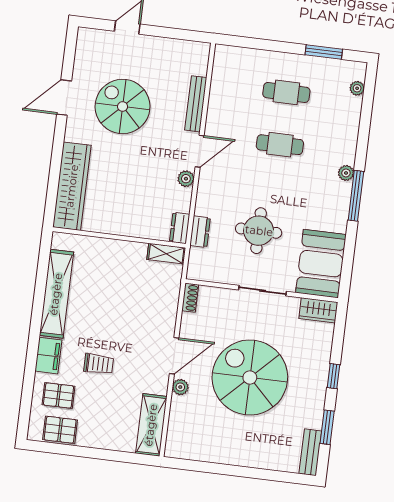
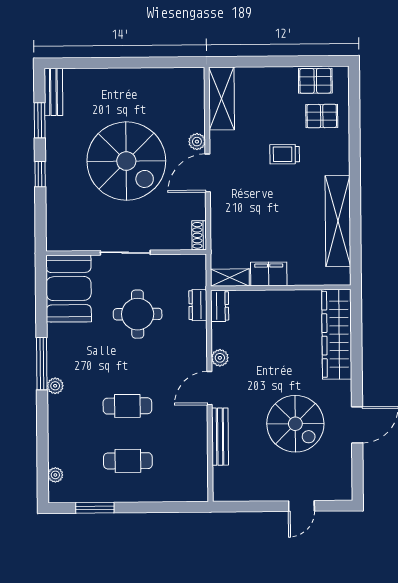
wardrobe: (318, 310) -> (65, 240), removed
filing cabinet: (48, 356) -> (269, 274), moved, turned 90

